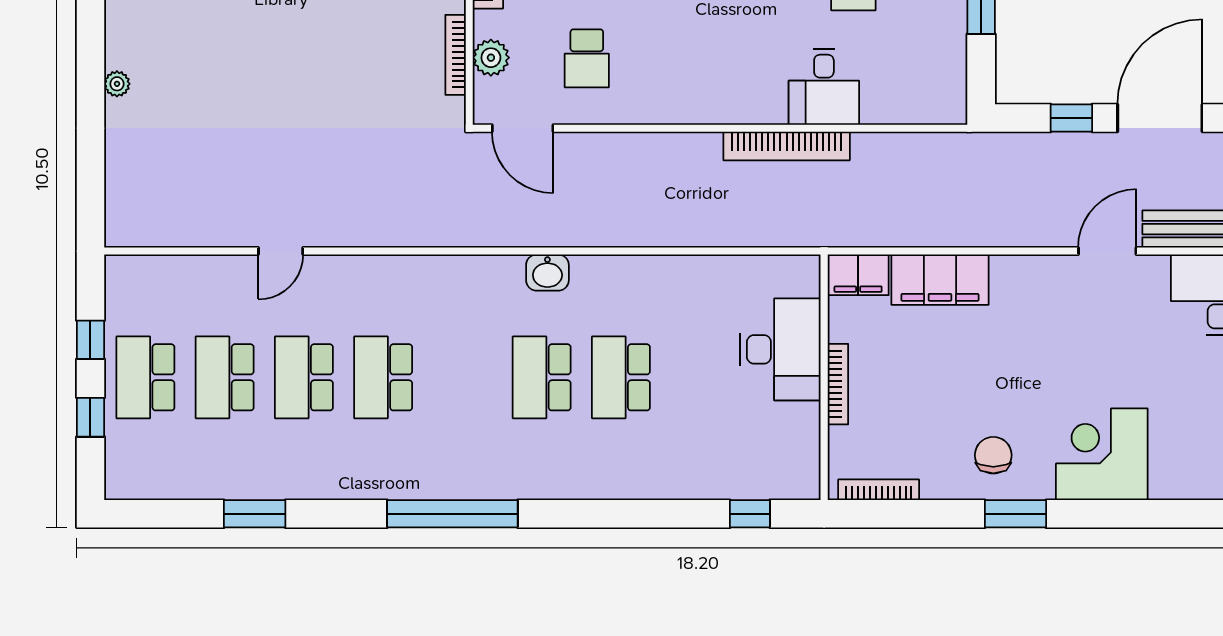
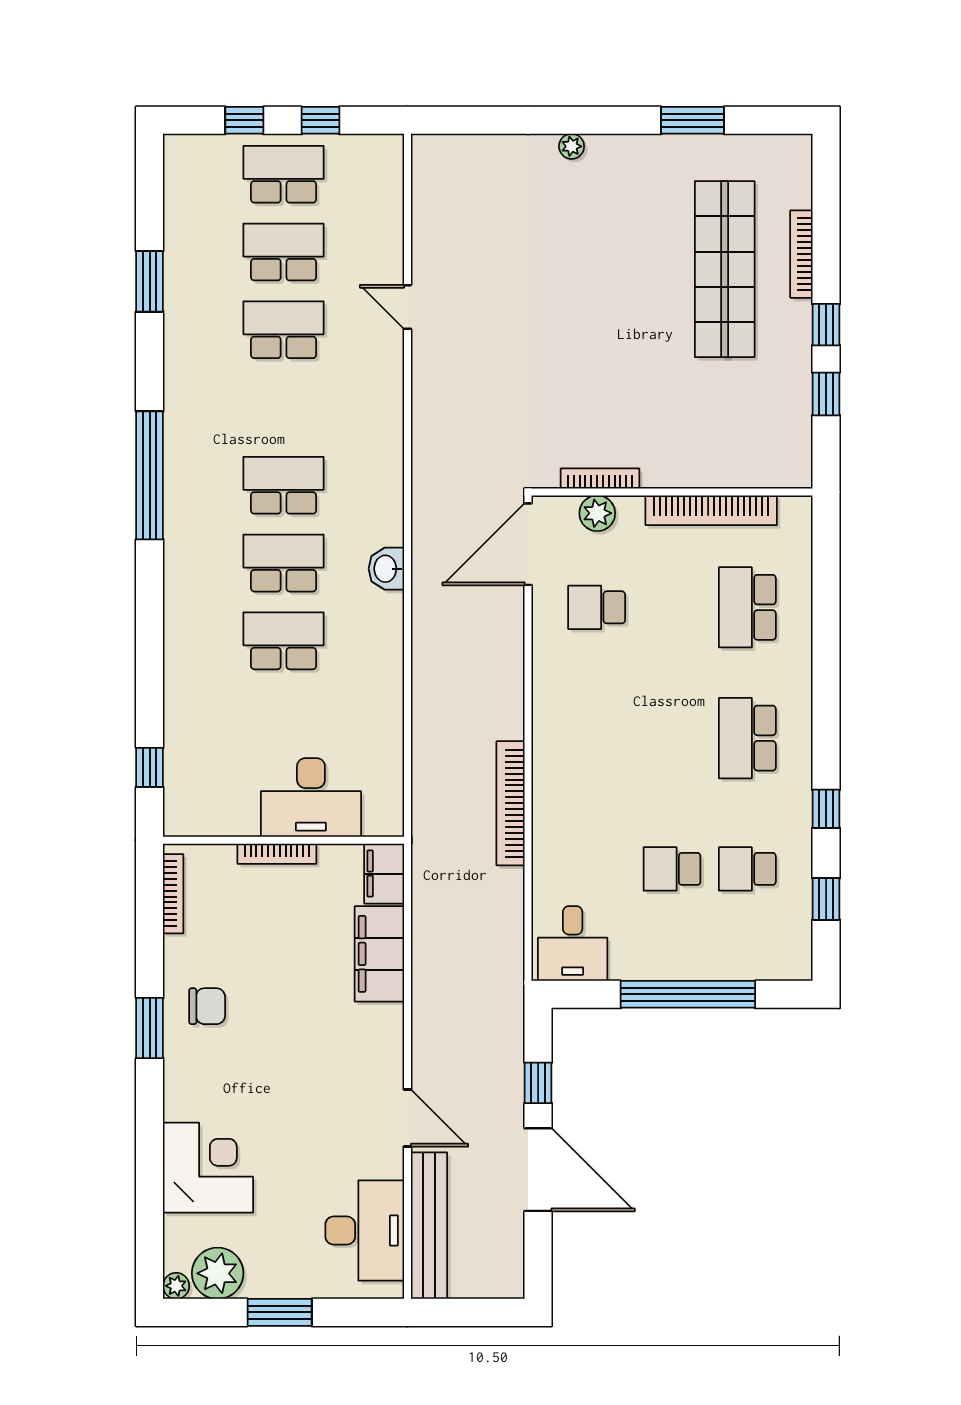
desk: (824, 87) -> (573, 944), moved, turned -90
door: (523, 128) -> (528, 544), width x1.36
school desk: (383, 377) -> (284, 485), moved
corner desk: (1102, 454) -> (208, 1168), moved

